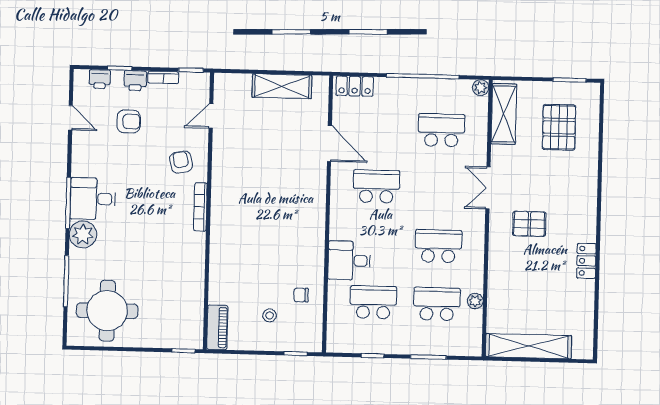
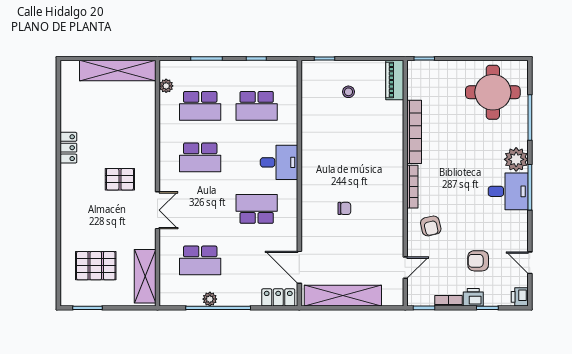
printer: (100, 79) -> (520, 297), moved, turned -90
shelving: (282, 86) -> (343, 296), width x1.47
plant: (481, 88) -> (210, 299), moved
pallet: (559, 127) -> (96, 266), turned 90
door: (329, 144) -> (299, 267), moved
school desk: (376, 186) -> (257, 209), turned 180
desk: (349, 261) -> (279, 162), moved
bookcase: (197, 268) -> (414, 132), added
chair: (301, 295) -> (344, 208), moved
plant: (475, 301) -> (166, 86), moved

